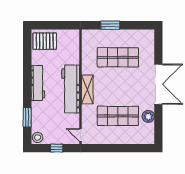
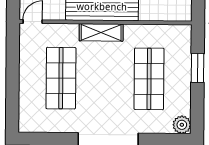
plant: (148, 116) -> (182, 125), moved

